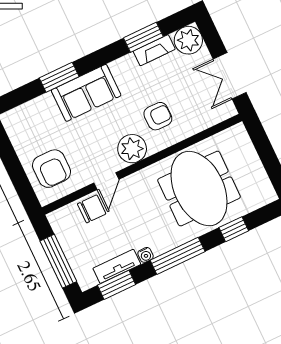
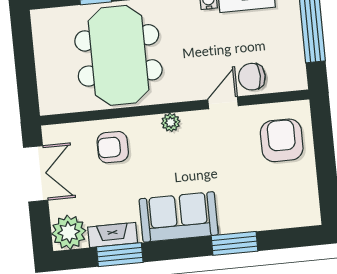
sofa: (86, 93) -> (179, 217), moved
armchair: (158, 116) -> (113, 147), moved
plant: (132, 149) -> (171, 122), width x0.53, depth x0.53

